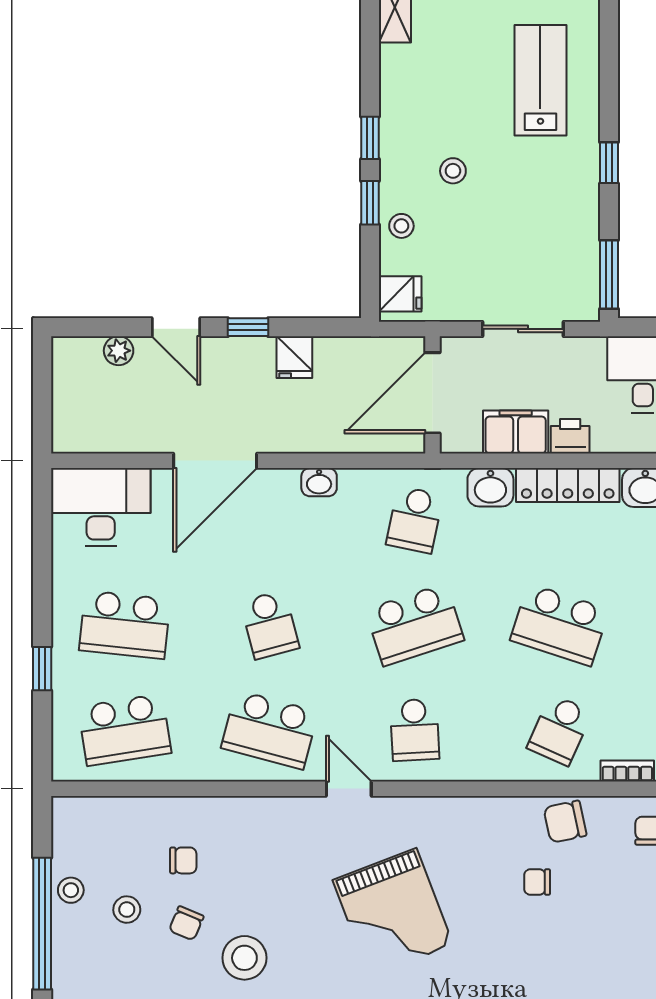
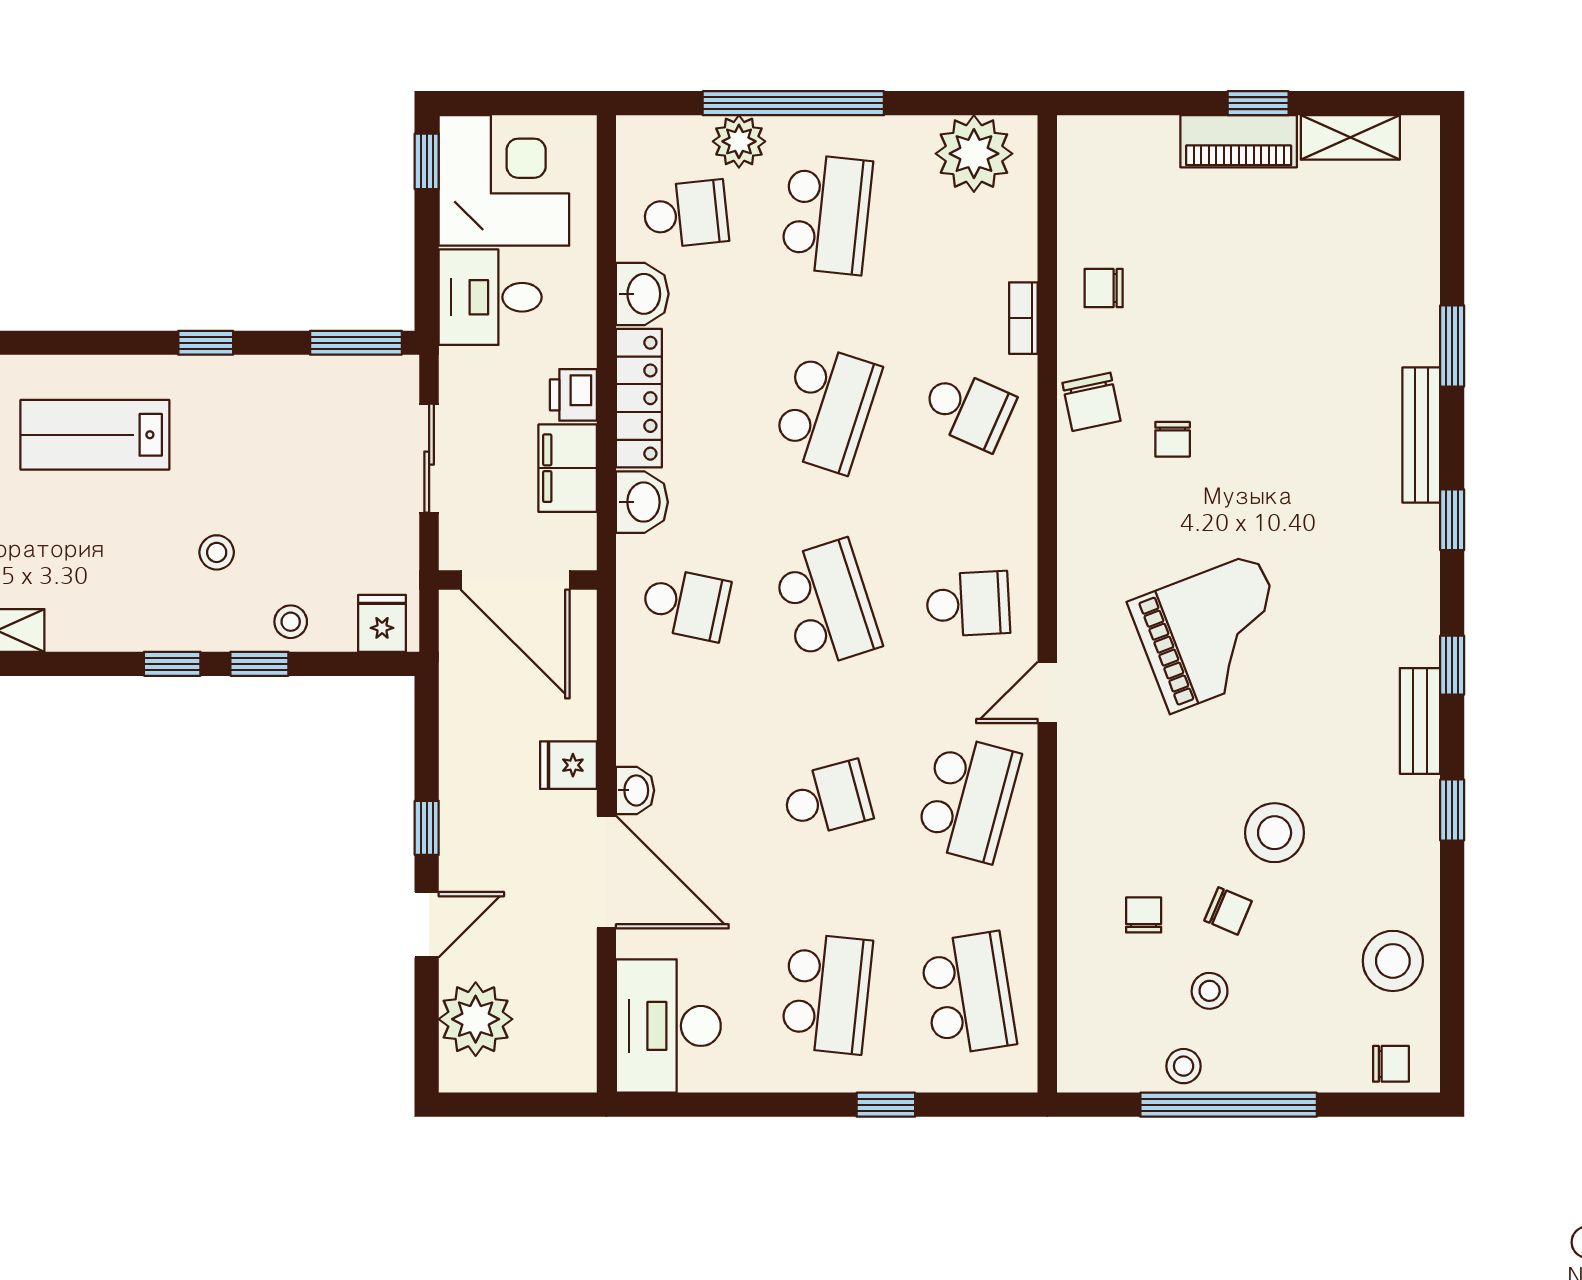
plant: (119, 351) -> (476, 1019), width x1.88, depth x1.88
fridge: (294, 357) -> (568, 765), moved, turned 180
washbasin: (319, 482) -> (635, 790), moved

